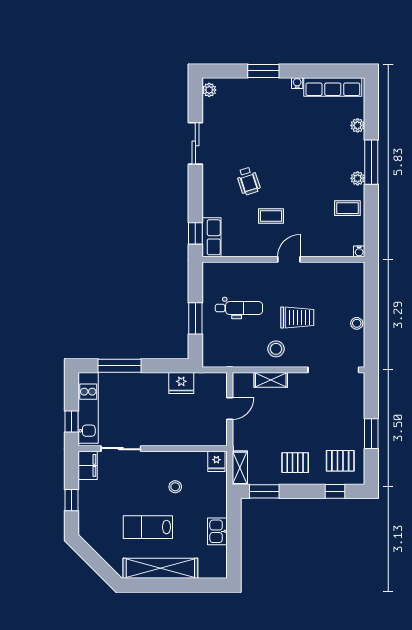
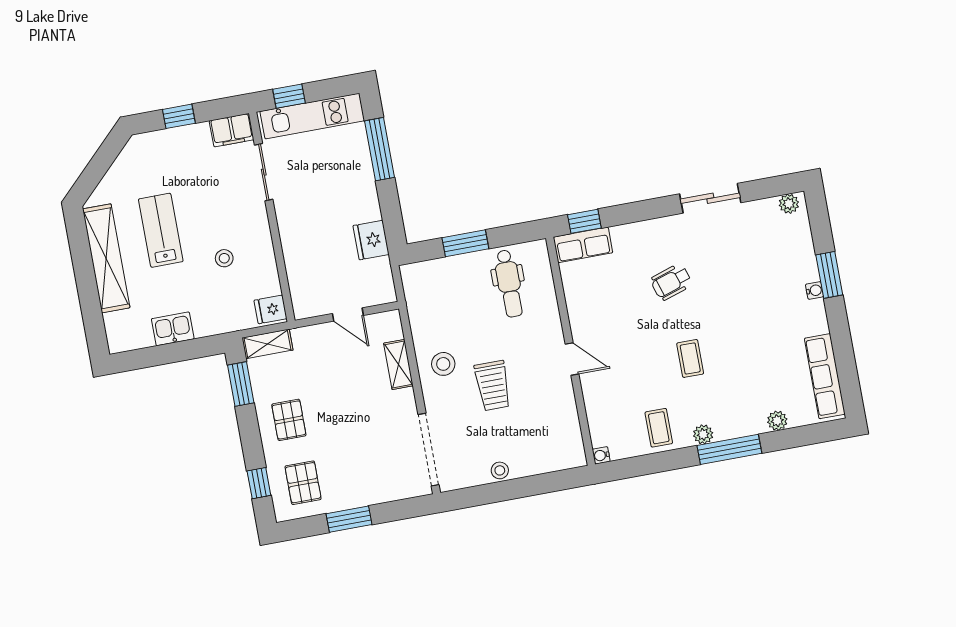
water cooler: (297, 83) -> (815, 290), moved
coffee table: (271, 216) -> (690, 358), moved
dental chair: (239, 308) -> (509, 283), moved

